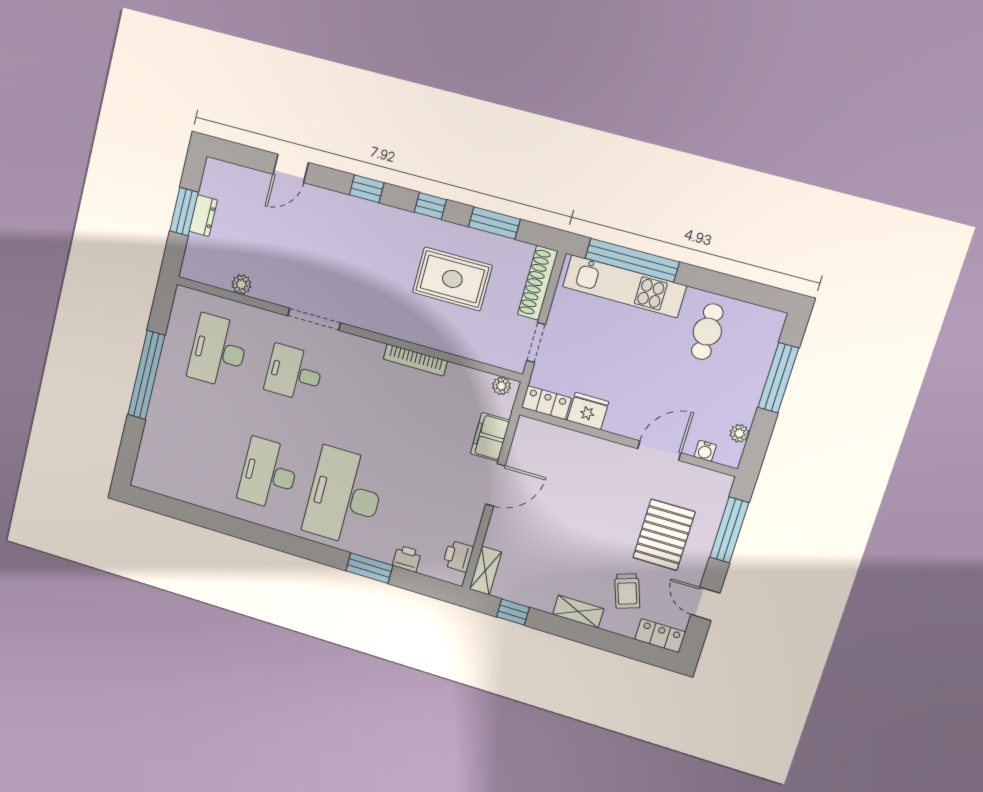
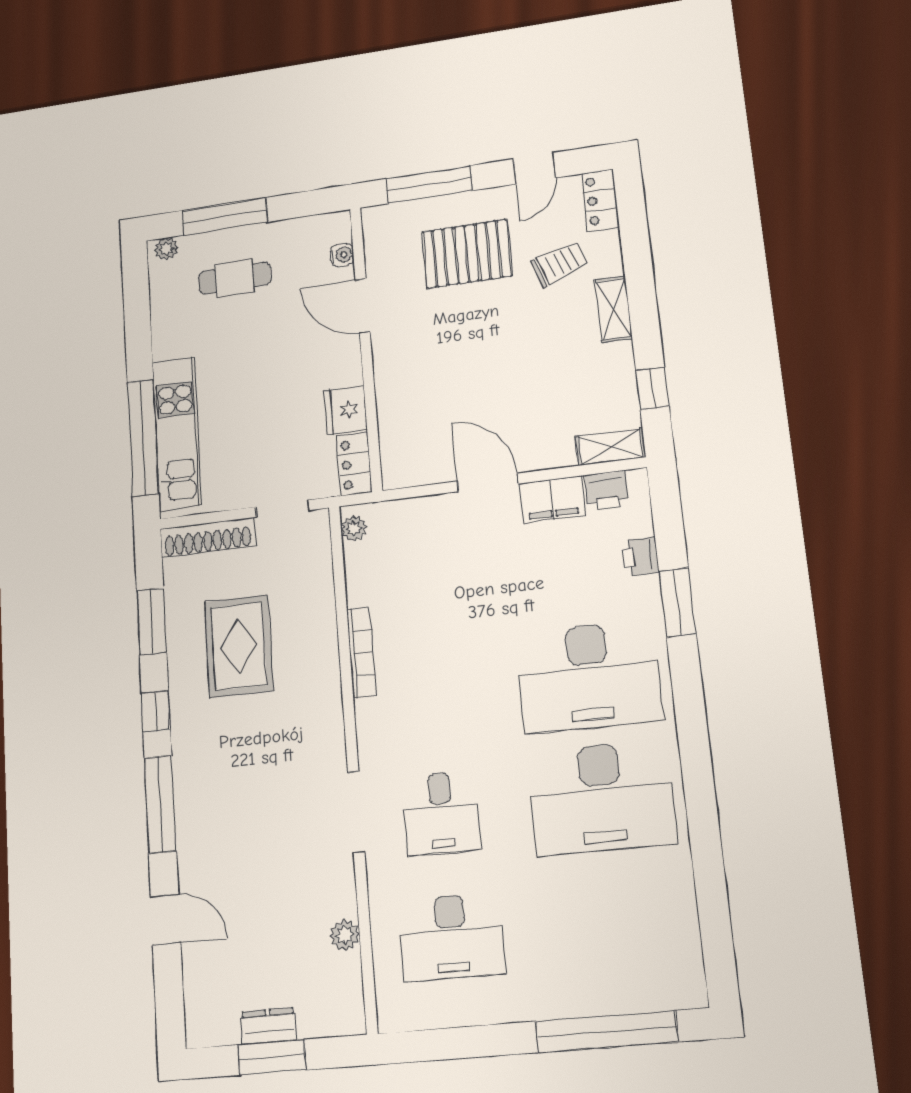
window: (367, 189) -> (160, 804), width x2.17
cafe table: (707, 332) -> (235, 278), moved
window: (146, 375) -> (606, 1032), moved
plant: (739, 433) -> (166, 249), moved
filing cabinet: (490, 437) -> (552, 499), moved
desk: (269, 474) -> (602, 798), width x1.36, depth x1.30

